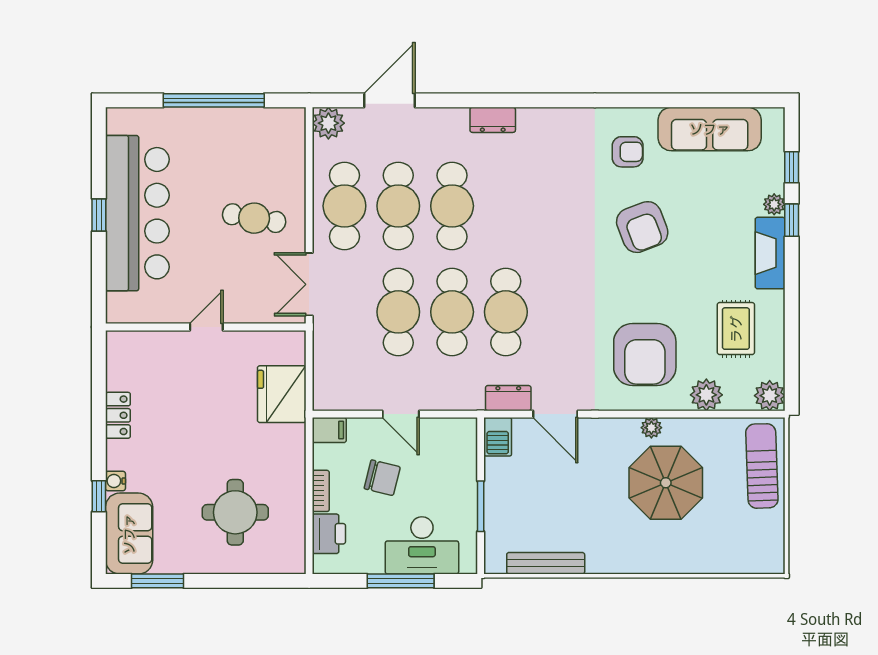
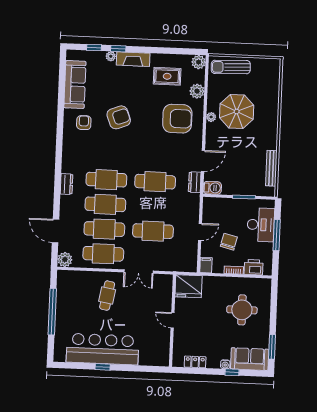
cafe table: (452, 312) -> (106, 180), moved
door: (206, 327) -> (172, 320), moved
wall: (206, 327) -> (172, 321), moved

